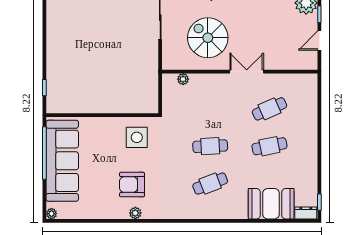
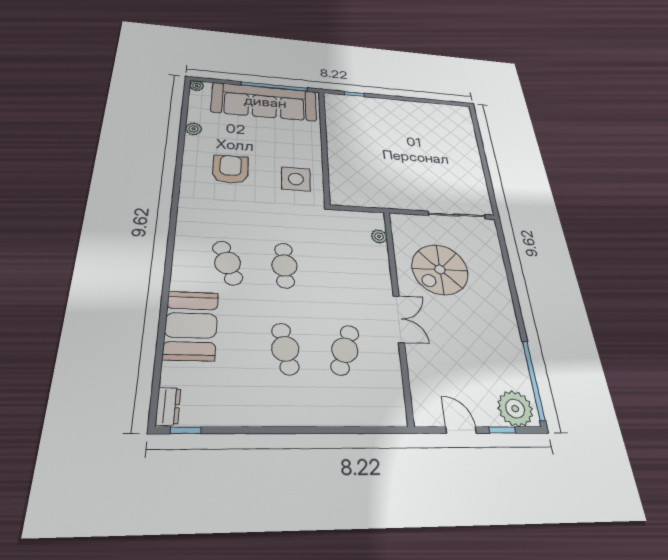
spiral stairs: (208, 38) -> (440, 269), turned 180
cafe table: (269, 109) -> (345, 350), turned 42
booth: (271, 204) -> (191, 325), moved
plant: (135, 213) -> (193, 129), moved

